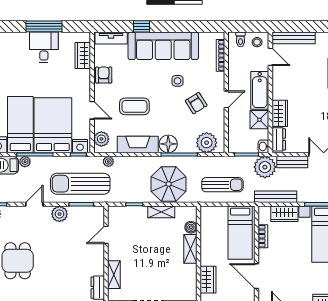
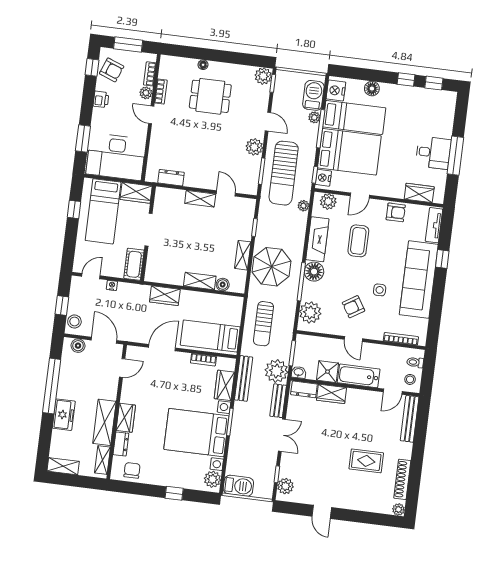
sun lounger: (80, 184) -> (284, 173), turned 180
shelving: (114, 275) -> (200, 199), moved

